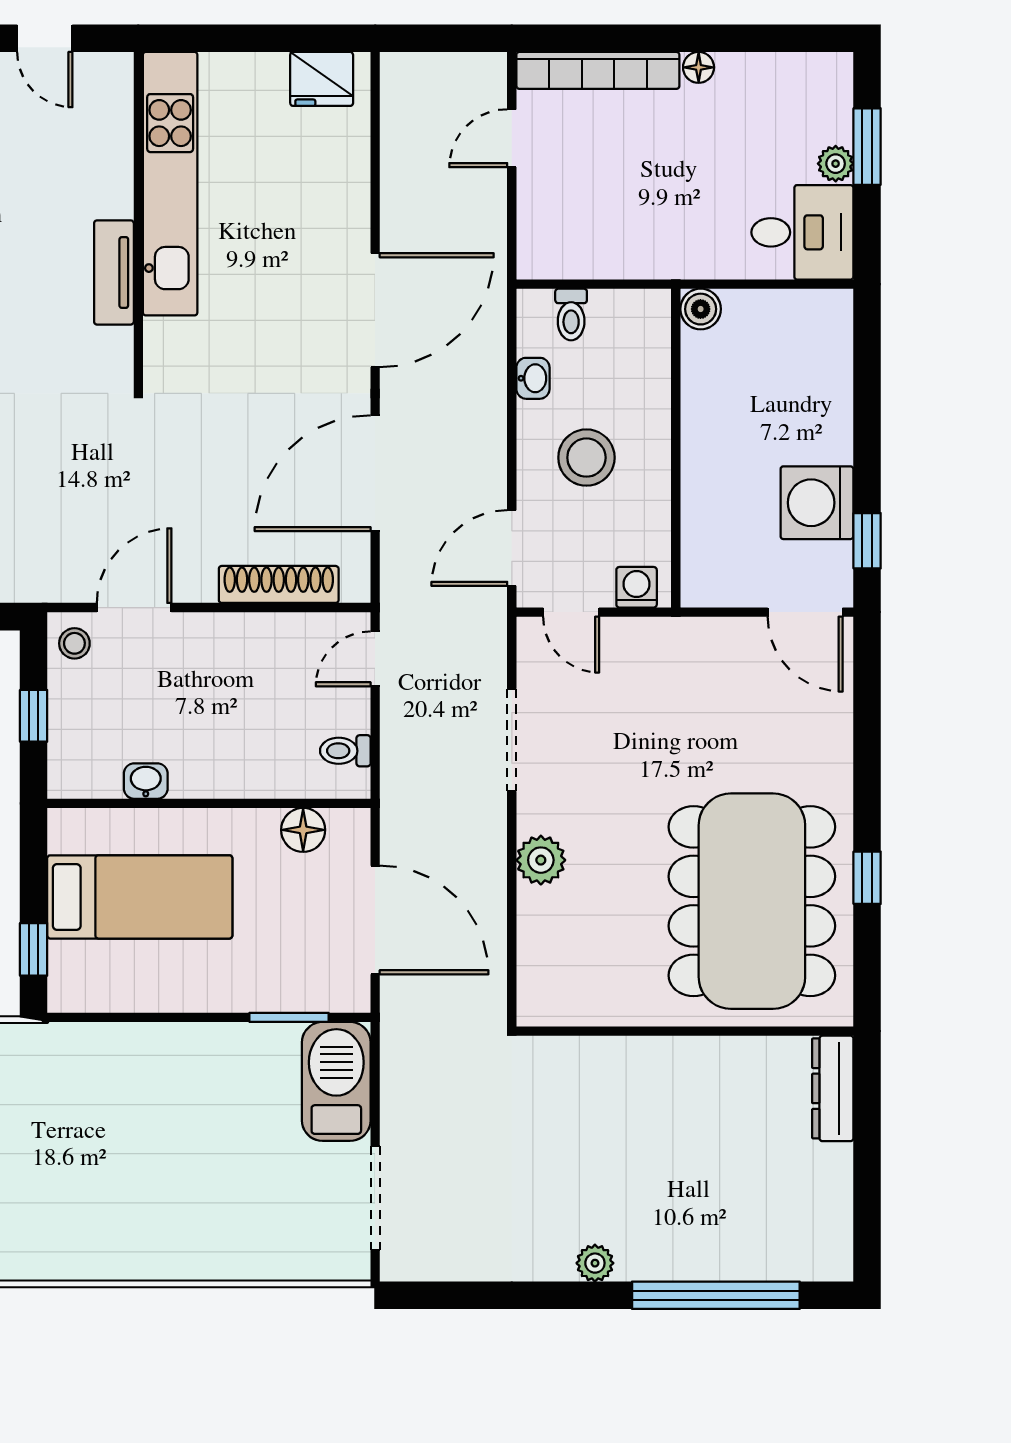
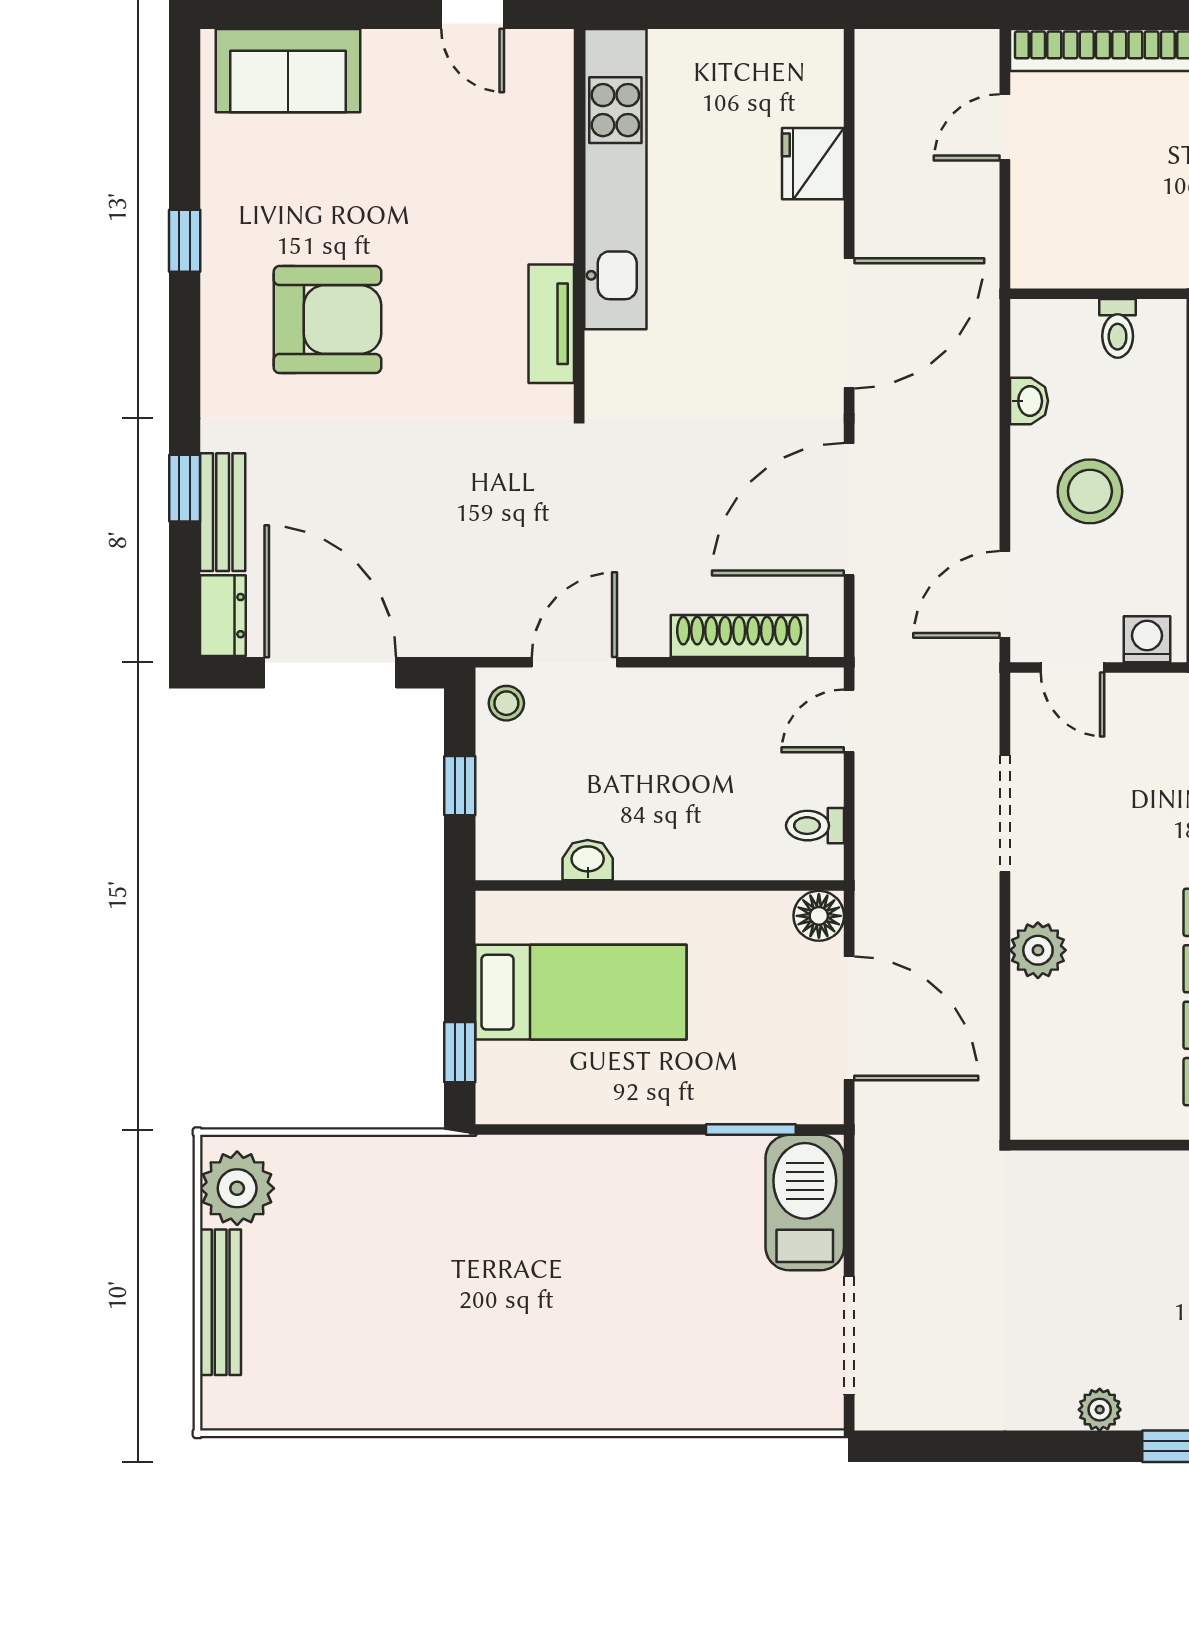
fridge: (322, 79) -> (813, 164), moved, turned 90
tv unit: (114, 272) -> (551, 324), moved
toilet: (571, 315) -> (1118, 328), moved
floor lamp: (303, 830) -> (819, 916), moved

